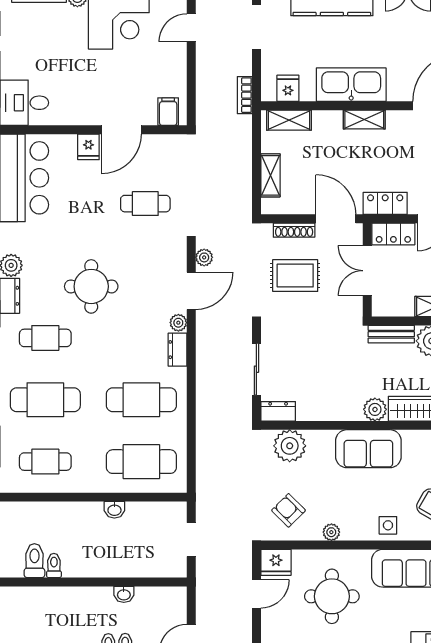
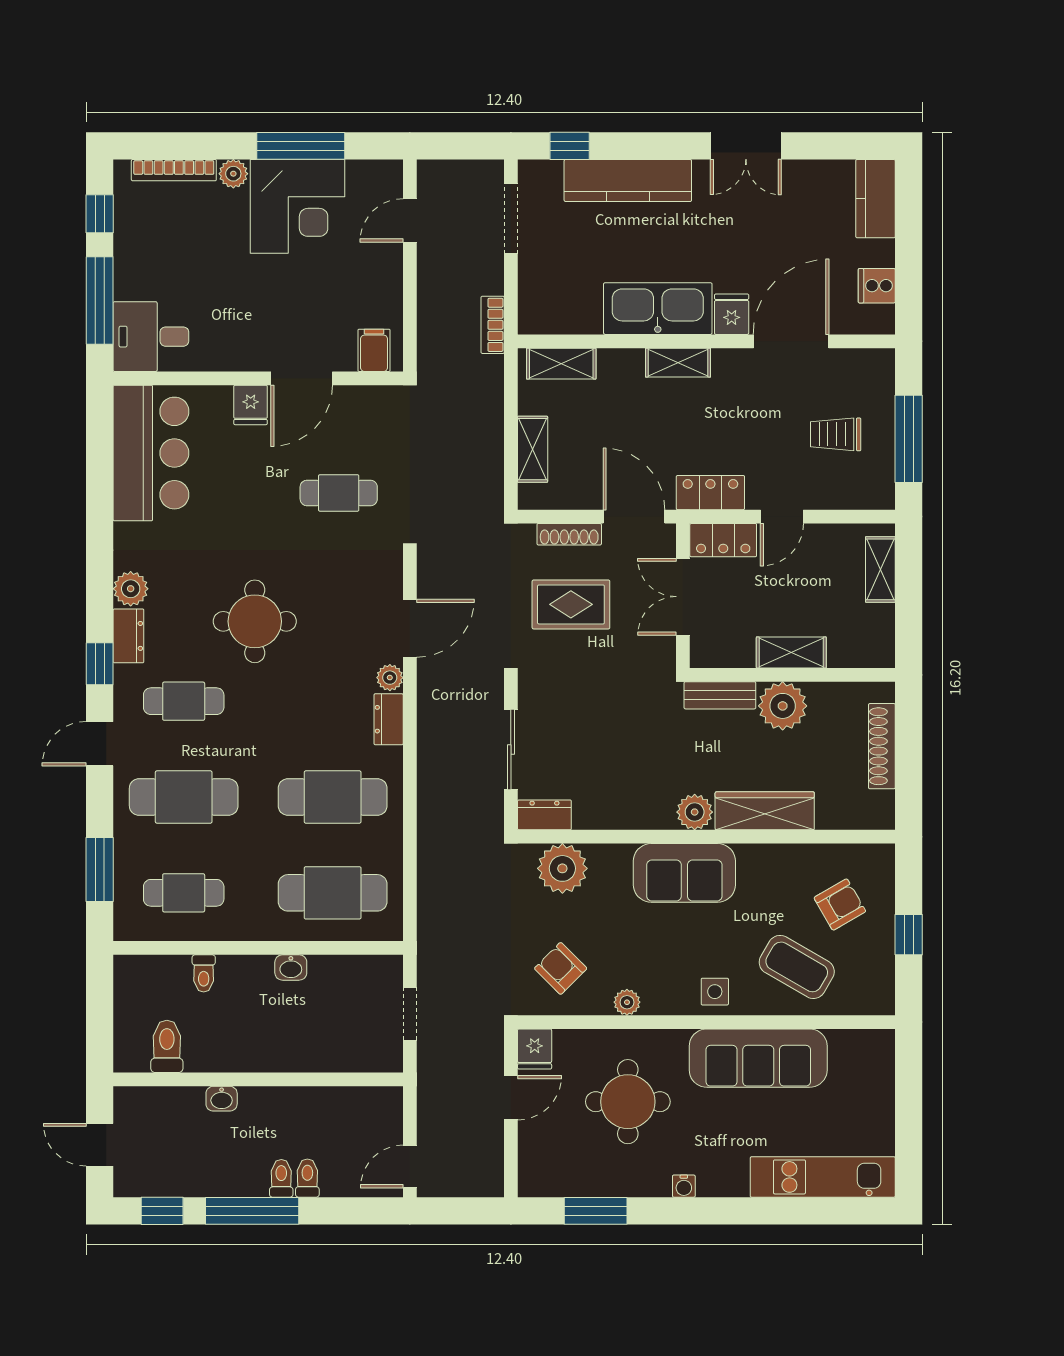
fridge: (288, 88) -> (732, 314), moved
plant: (204, 257) -> (430, 576), removed
fridge: (276, 562) -> (535, 1049), width x0.72
toilet: (54, 565) -> (204, 973), moved, turned 180
washbasin: (124, 594) -> (222, 1099), moved

